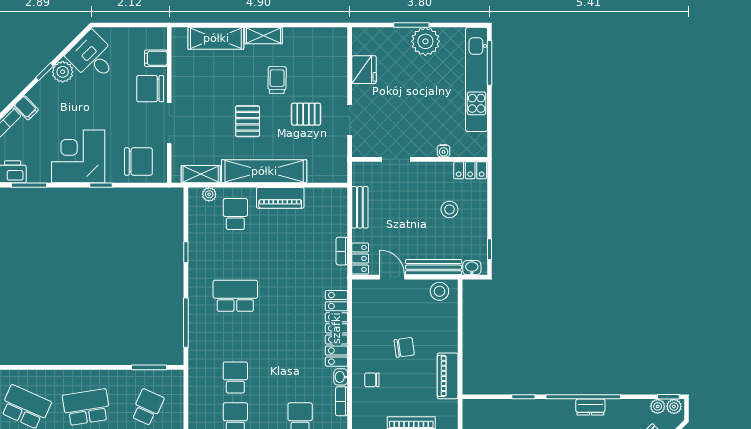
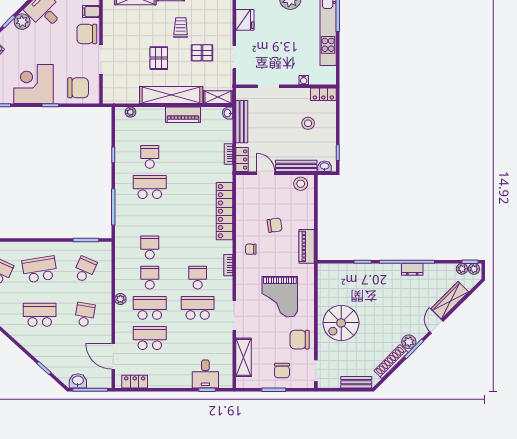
shelving: (201, 174) -> (218, 97), moved
bench: (360, 207) -> (242, 122), width x1.36
school desk: (235, 214) -> (150, 157), moved
washbasin: (341, 377) -> (228, 113), moved

